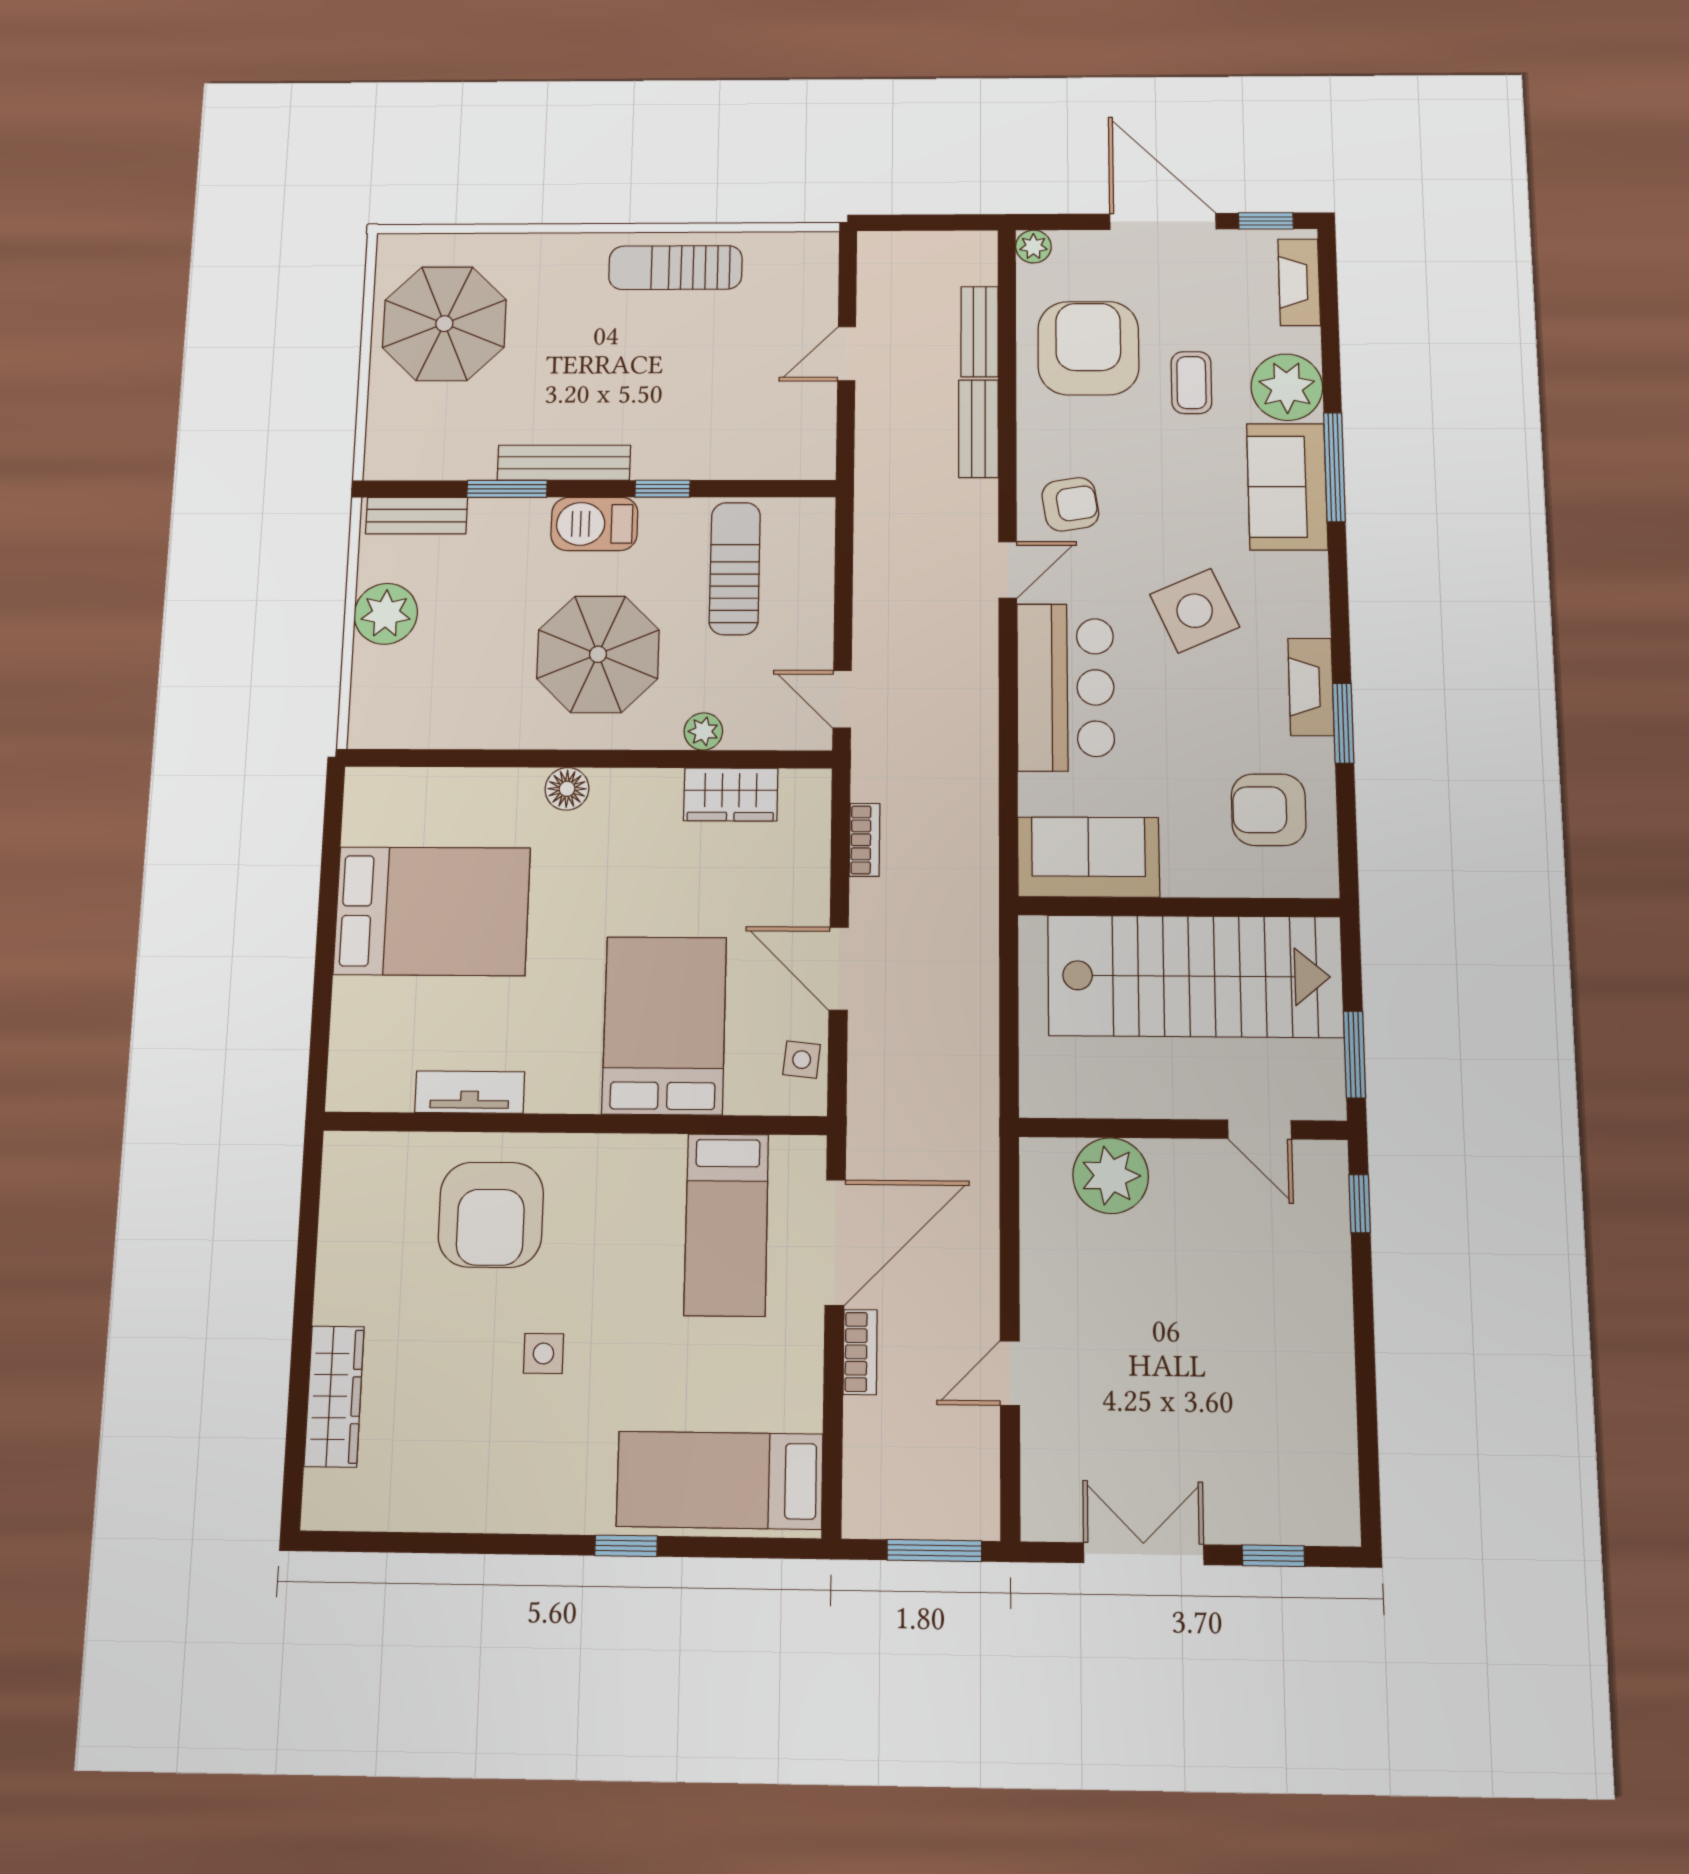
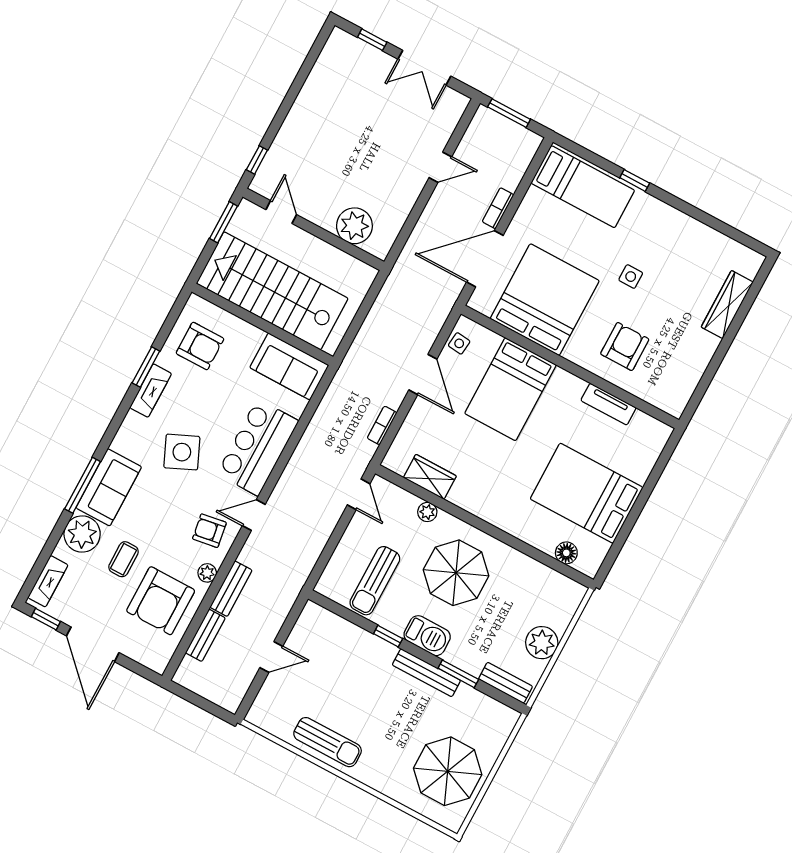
plant: (1033, 247) -> (207, 573), moved
floor lamp: (567, 789) -> (566, 553), moved
armchair: (491, 1215) -> (625, 347), width x0.73, depth x0.73
bed: (726, 1225) -> (545, 300), width x2.04

